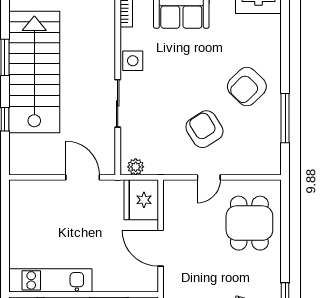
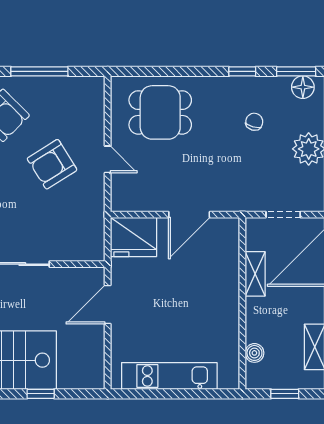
plant: (136, 167) -> (95, 243), removed
kitchen unit: (50, 280) -> (169, 376), moved, turned 90

